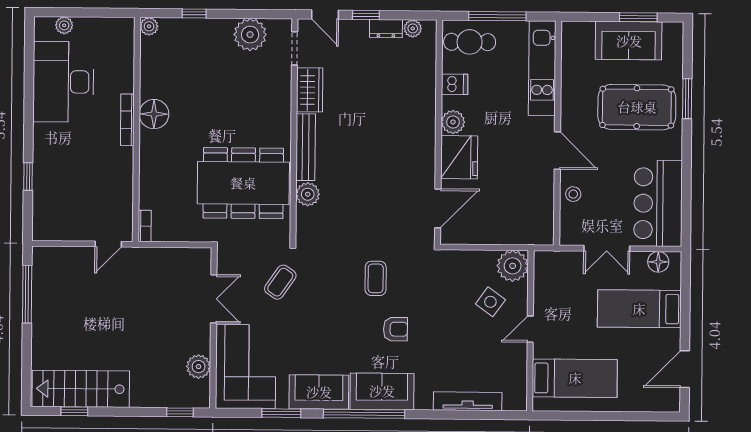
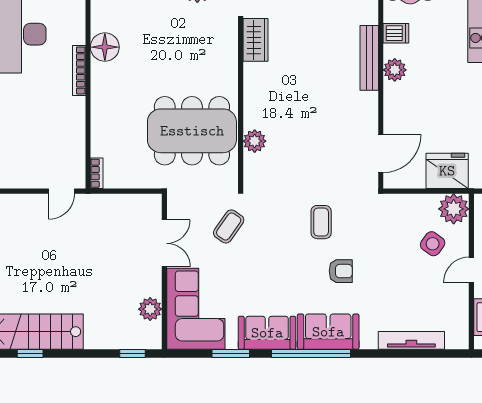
floor lamp: (154, 114) -> (105, 47), moved
bench: (306, 147) -> (369, 58), moved
fridge: (459, 157) -> (447, 171), moved, turned -90

